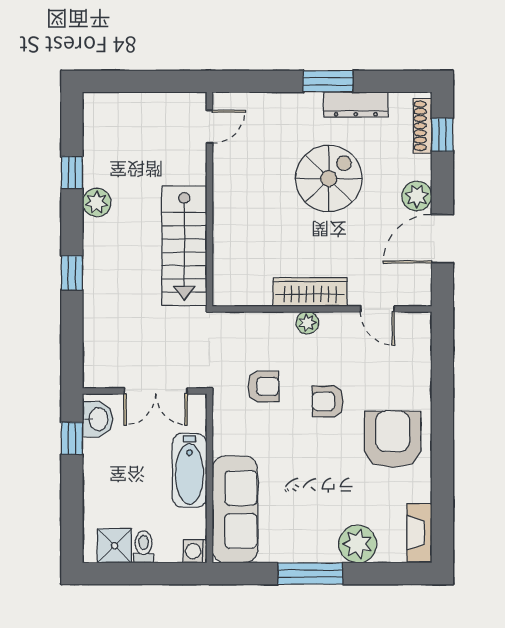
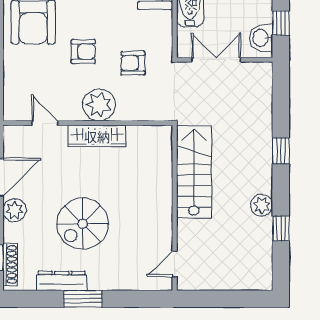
plant: (307, 323) -> (99, 105), width x1.88, depth x1.88

